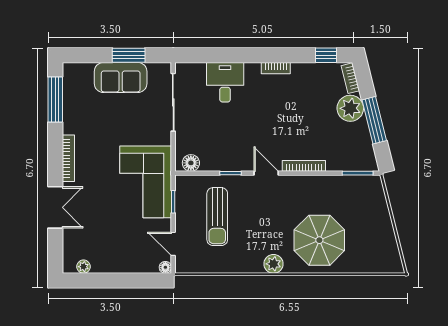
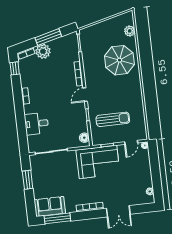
sofa: (121, 77) -> (50, 206), moved, turned -90
double door: (55, 207) -> (118, 211), swing flipped
plant: (273, 264) -> (130, 31), moved

